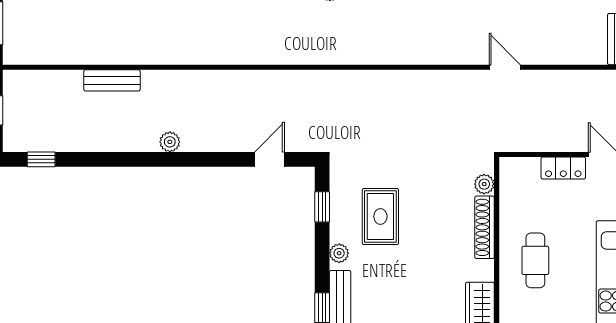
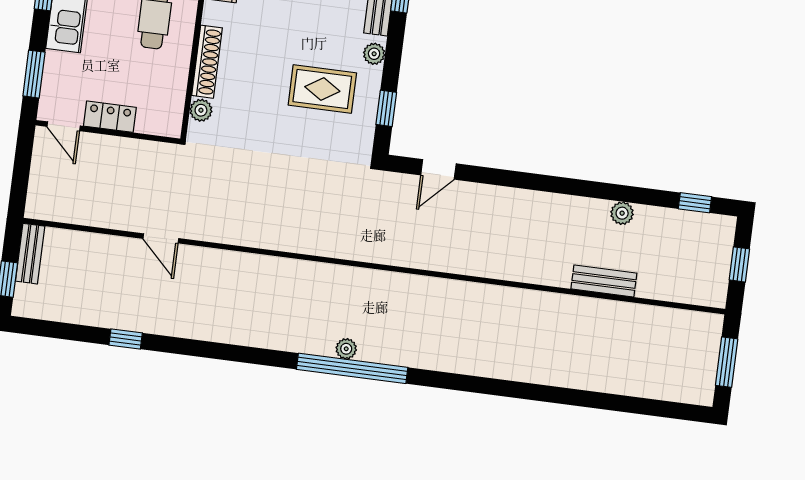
plant: (170, 142) -> (622, 213), moved
rug: (380, 216) -> (322, 89), turned 90

